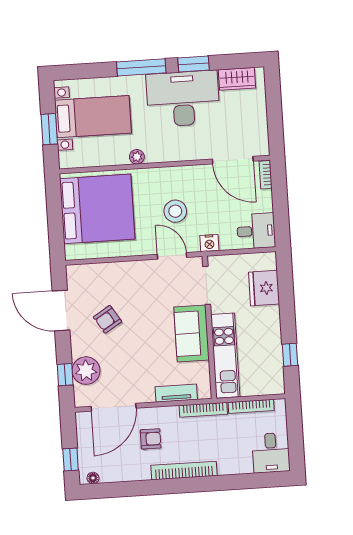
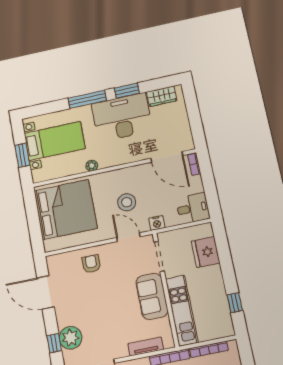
armchair: (107, 319) -> (91, 264), moved, turned 122

